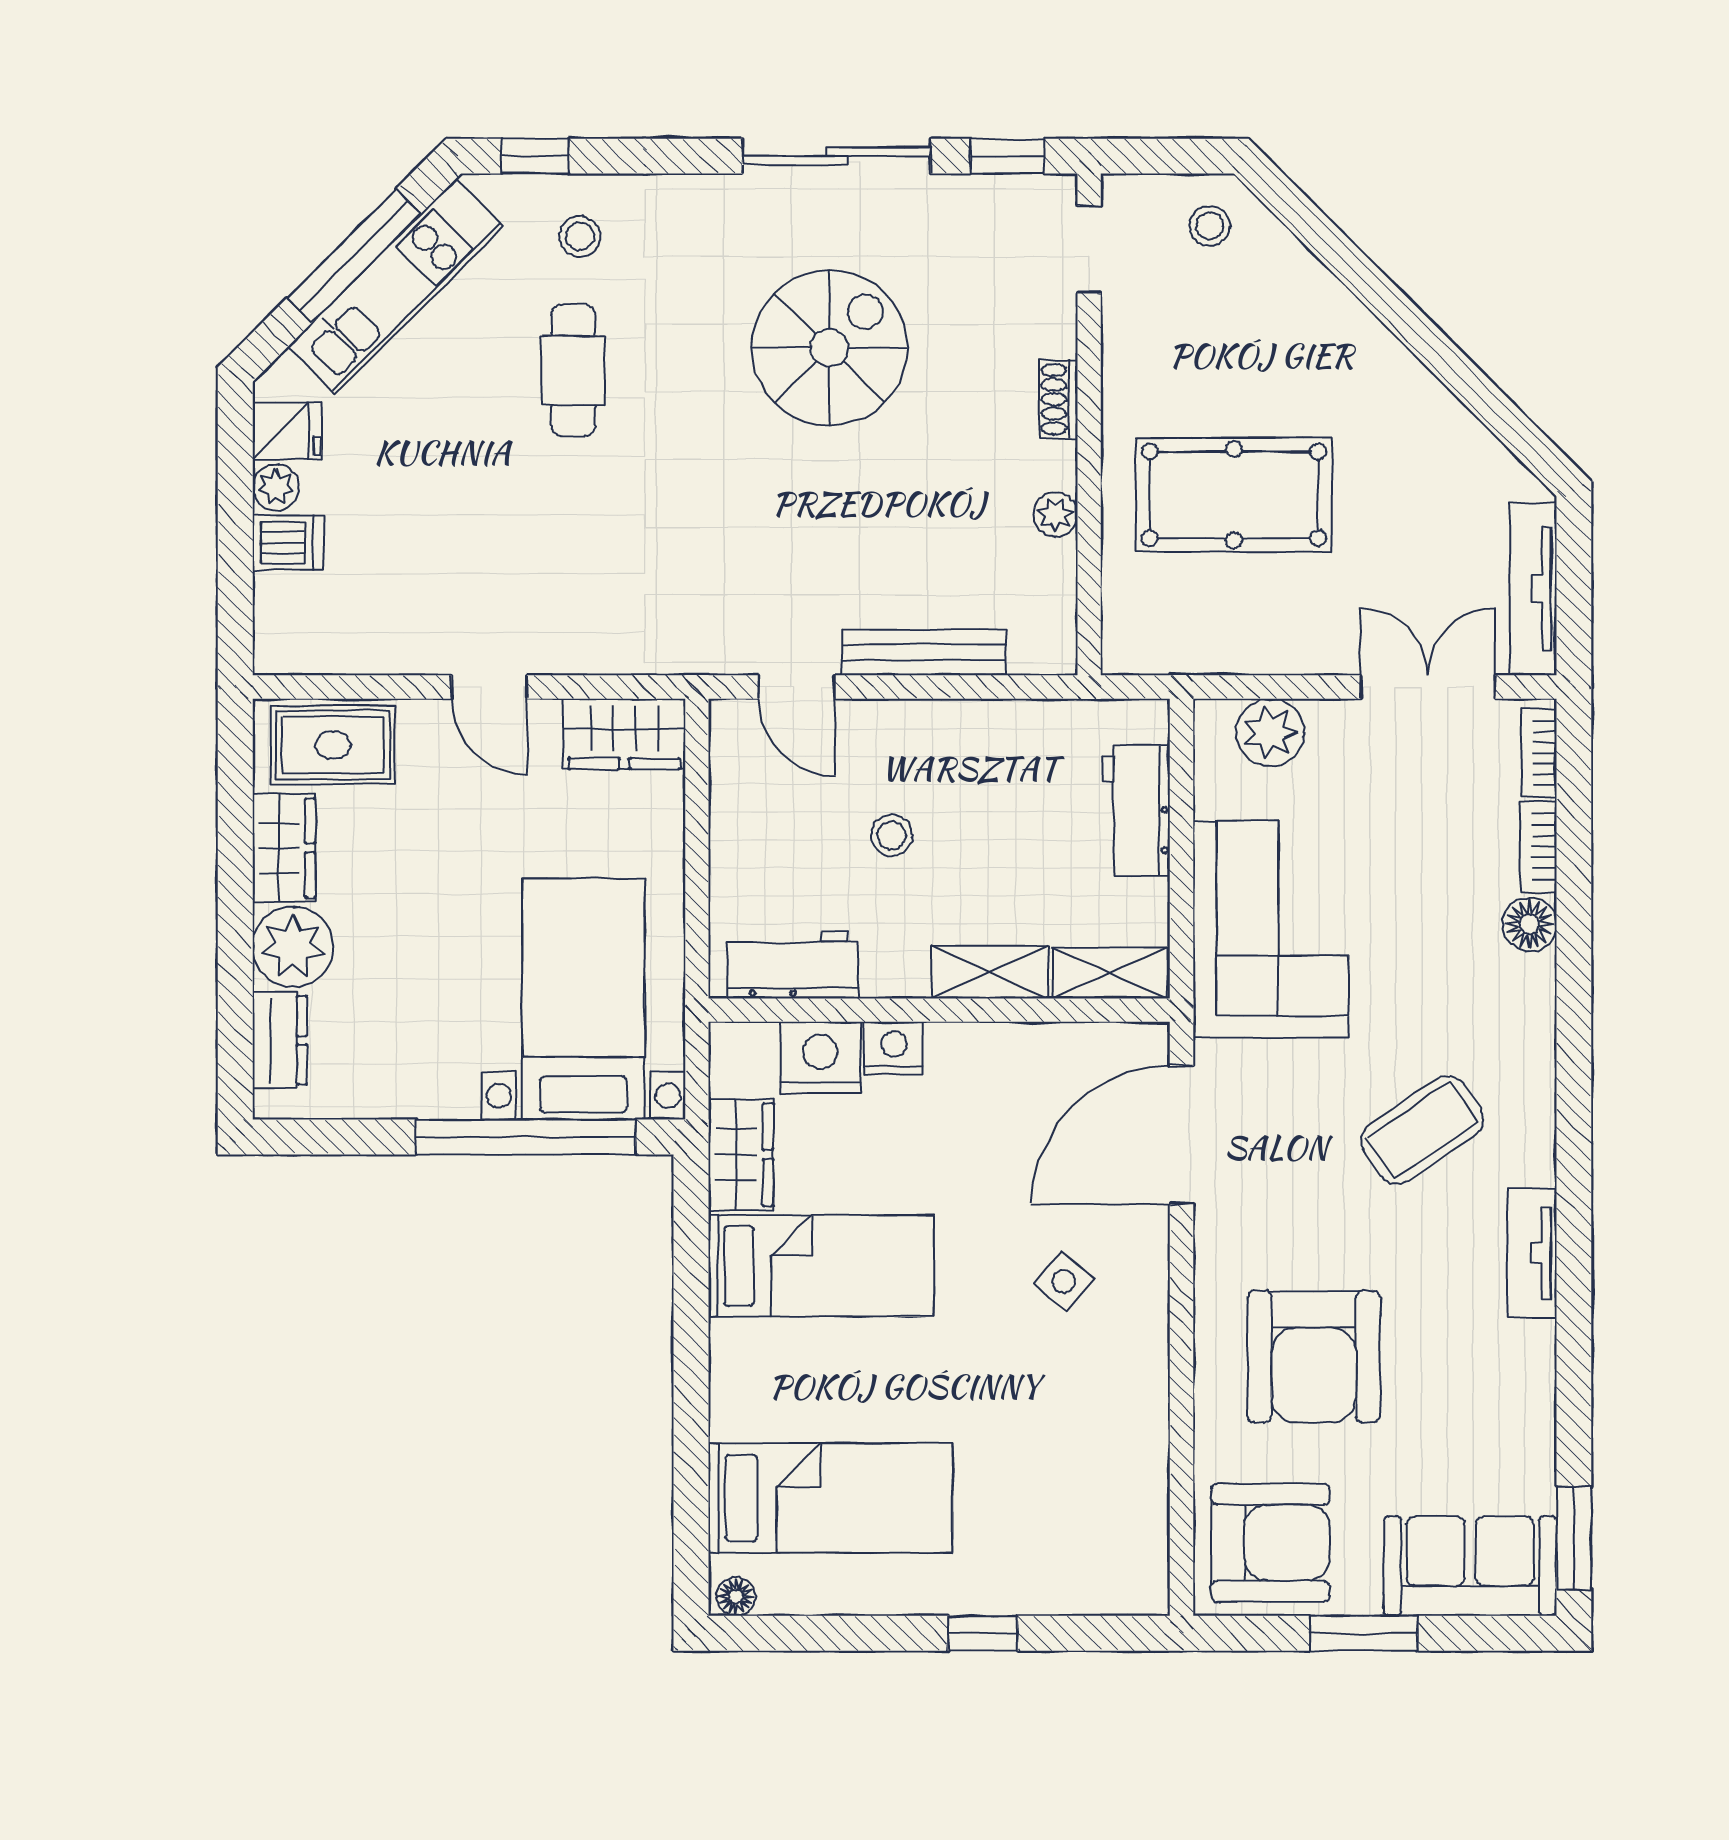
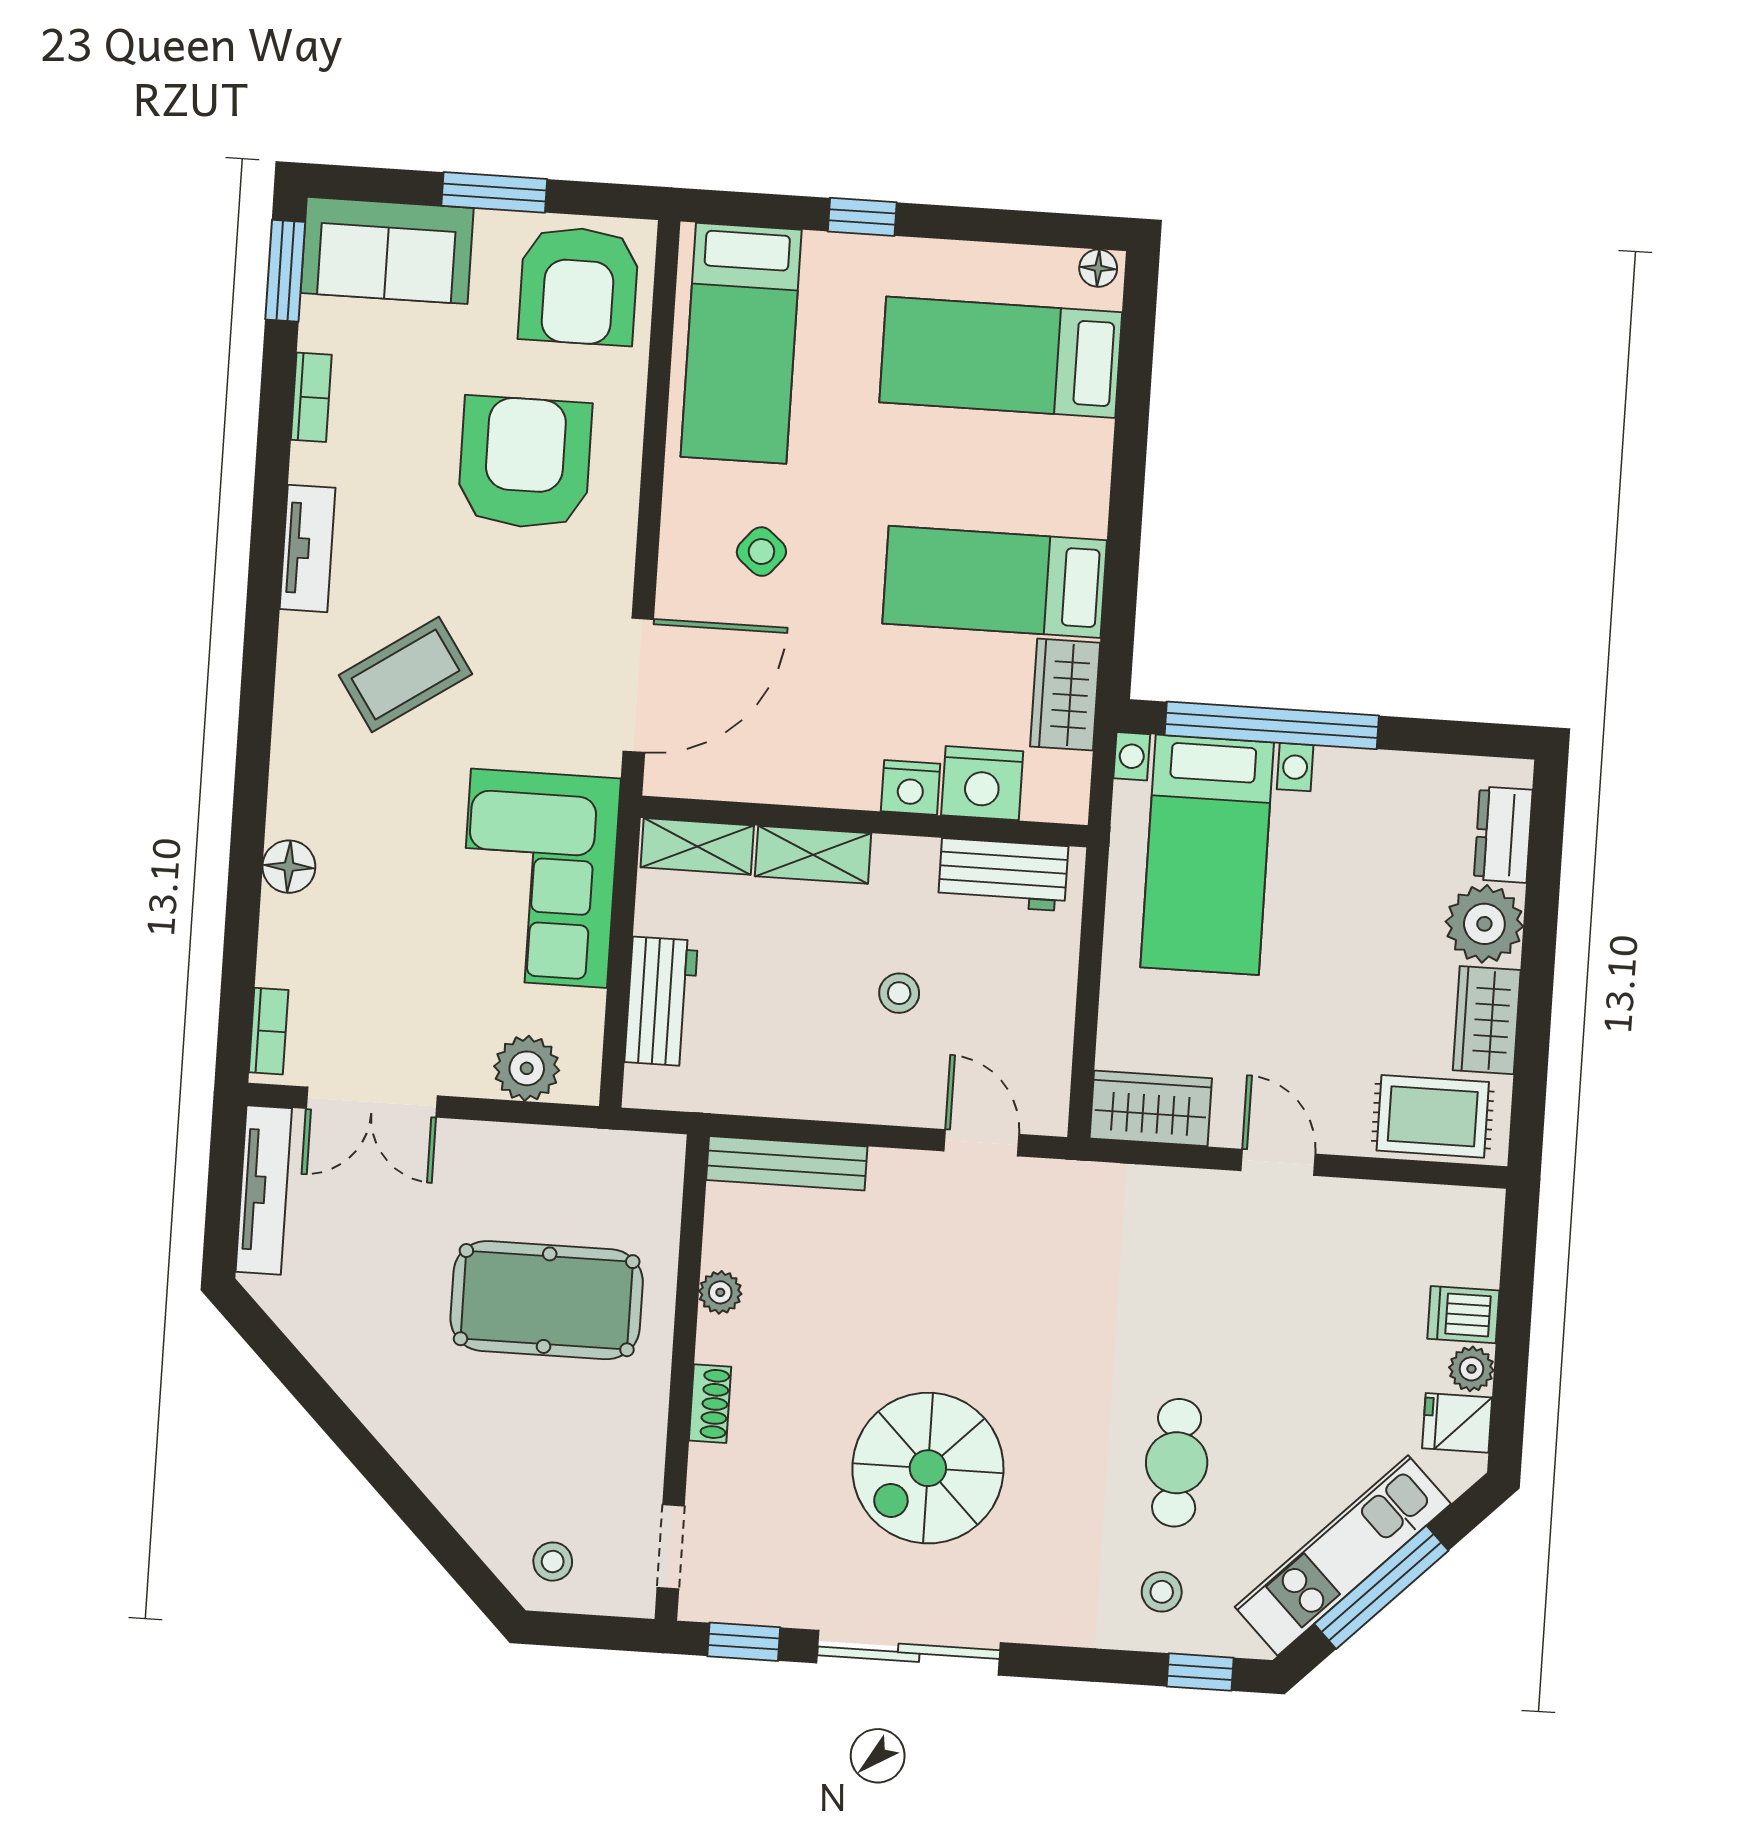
bench: (924, 652) -> (787, 1163), moved
bookcase: (1538, 847) -> (311, 397), moved
bed: (1099, 1495) -> (741, 343), added
armchair: (1270, 1543) -> (579, 286), turned -90

